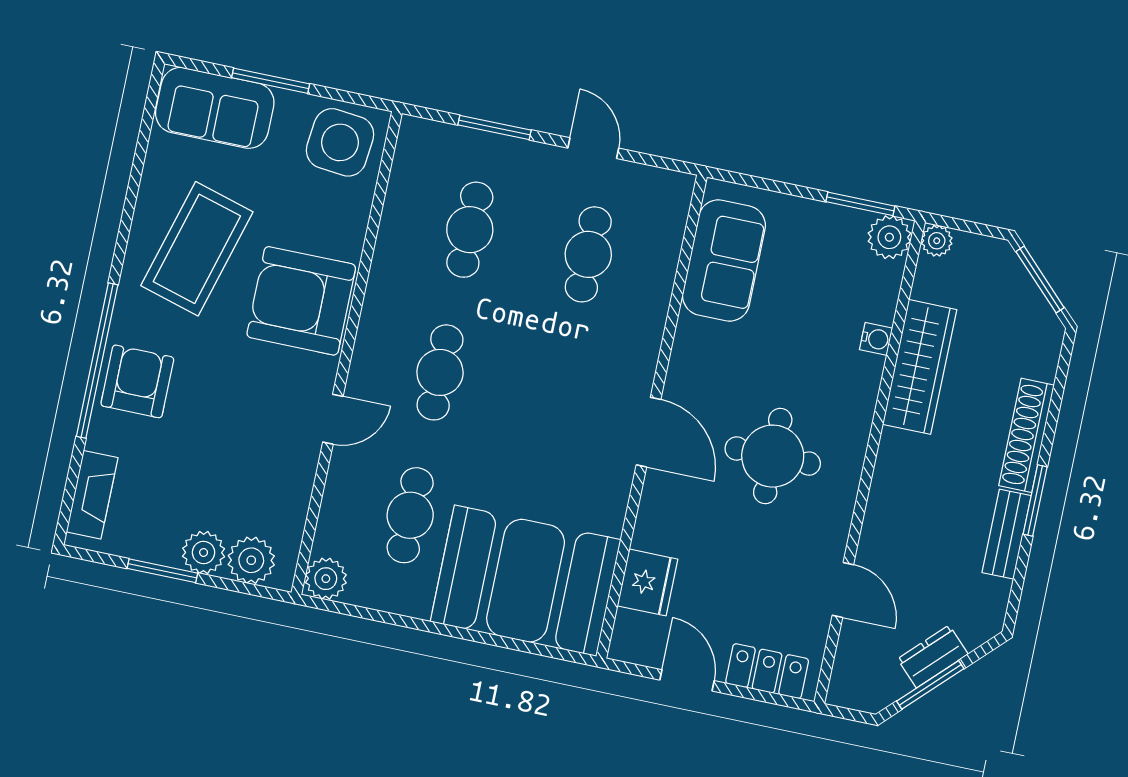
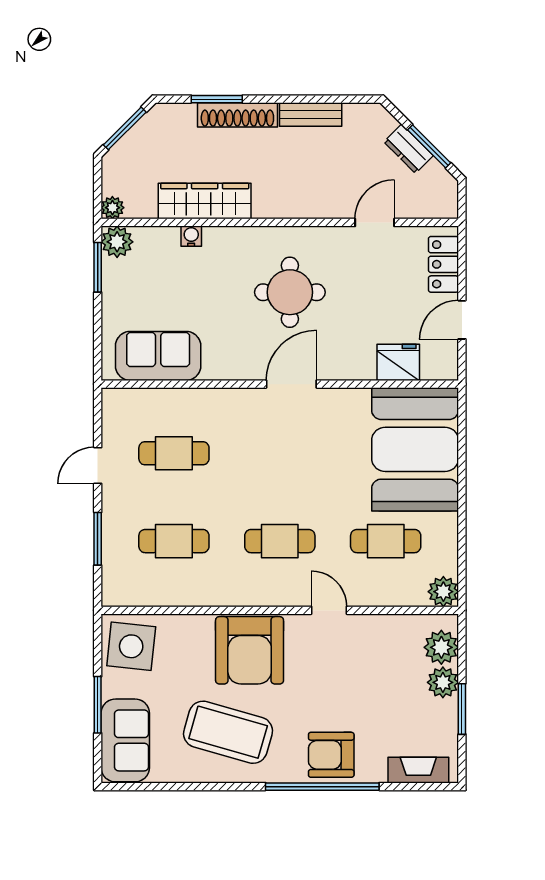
window: (1035, 500) -> (217, 99), moved

